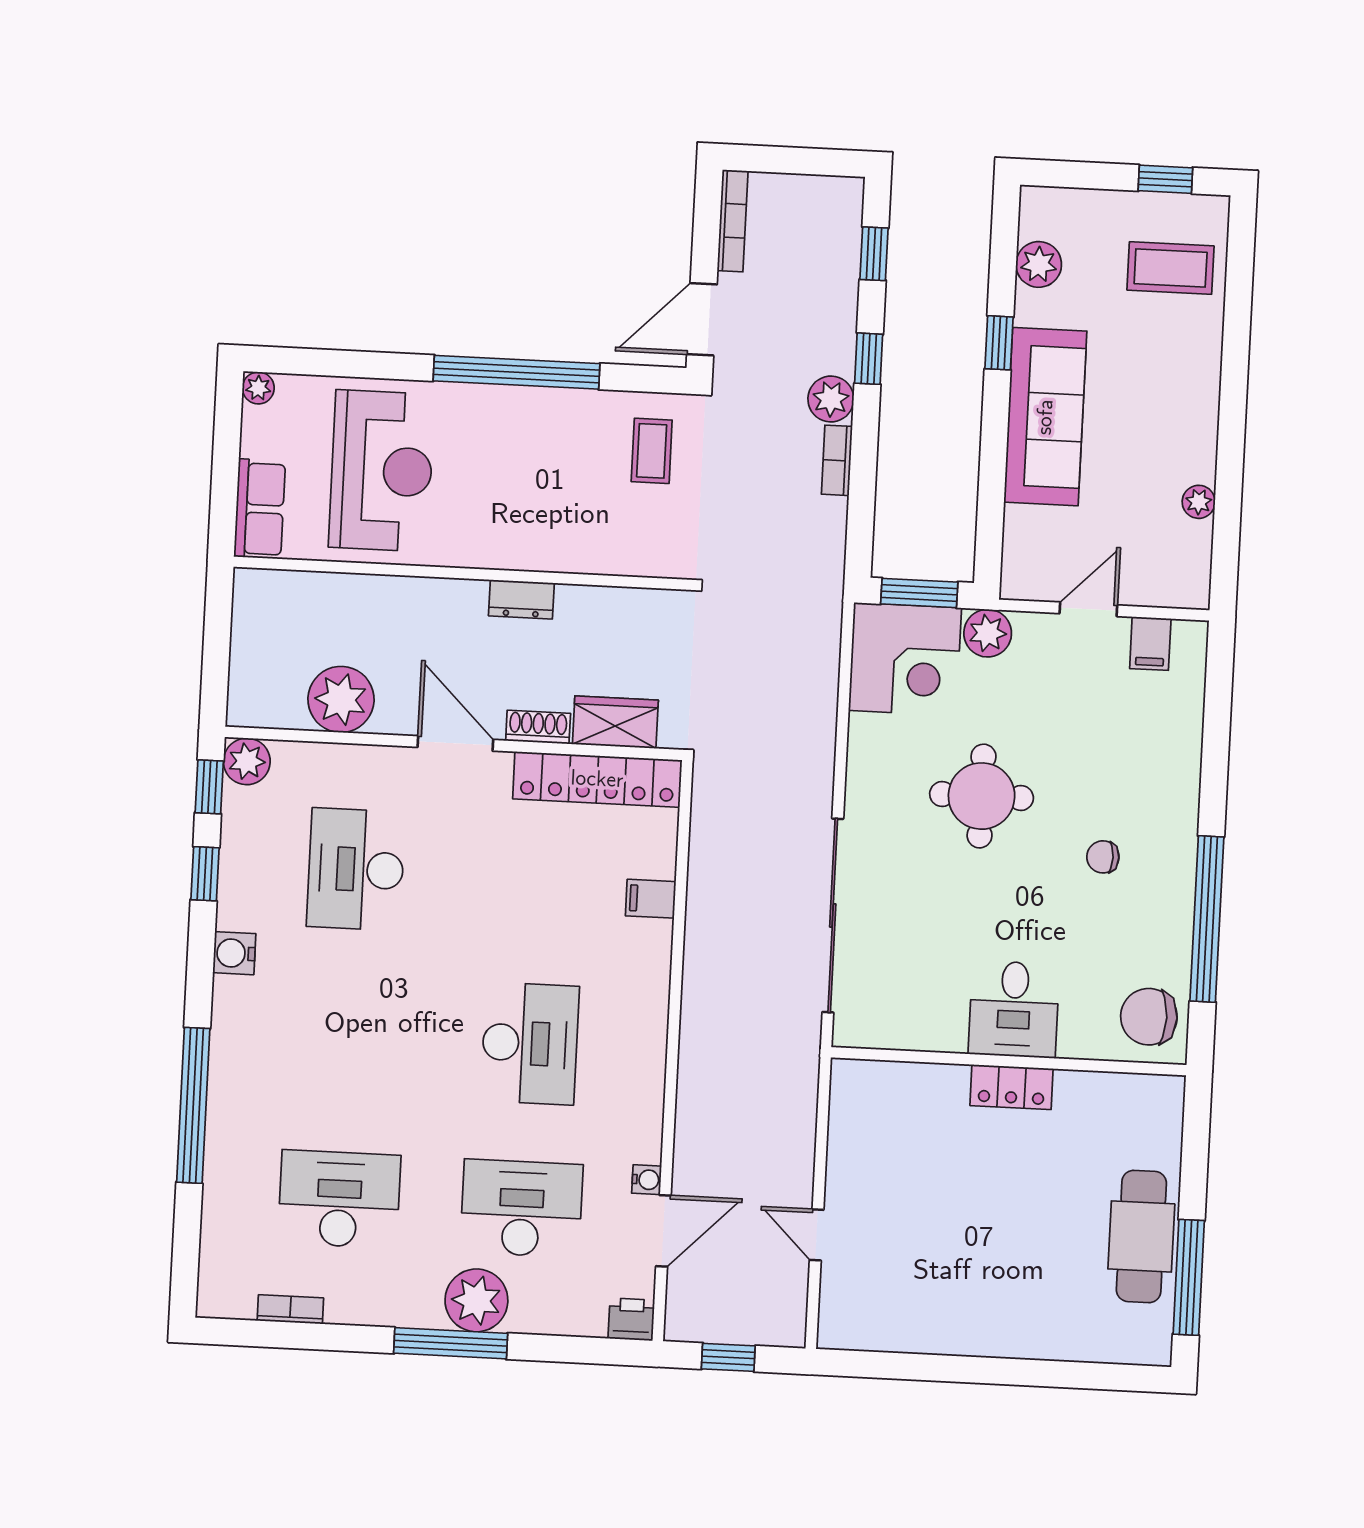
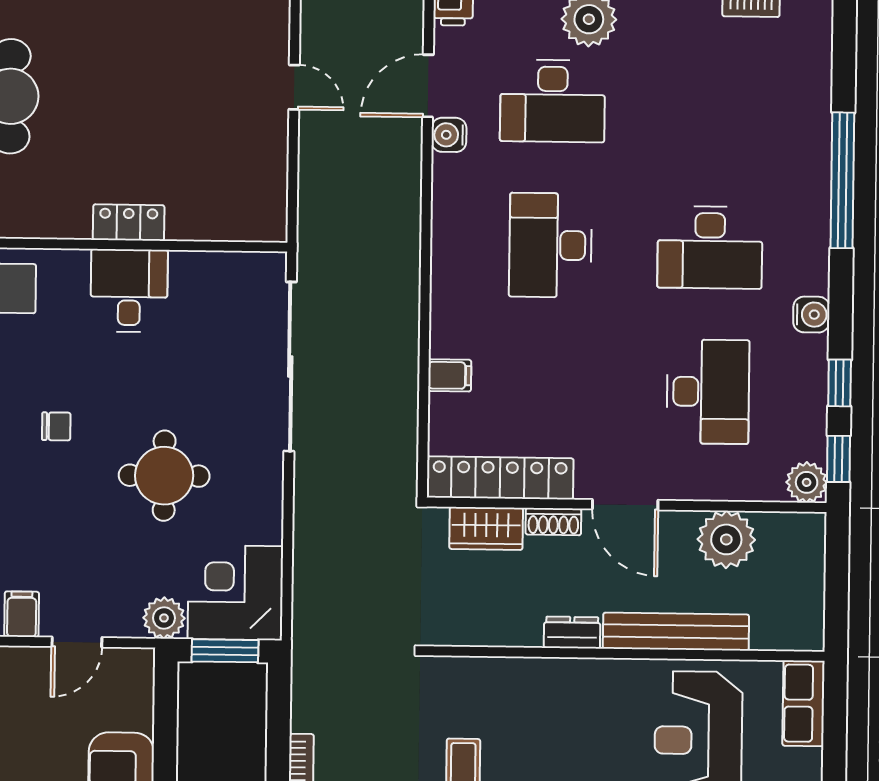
bench: (403, 596) -> (676, 632), added
water cooler: (647, 1180) -> (449, 135), width x1.38, depth x1.38
desk: (339, 1199) -> (710, 247), moved

